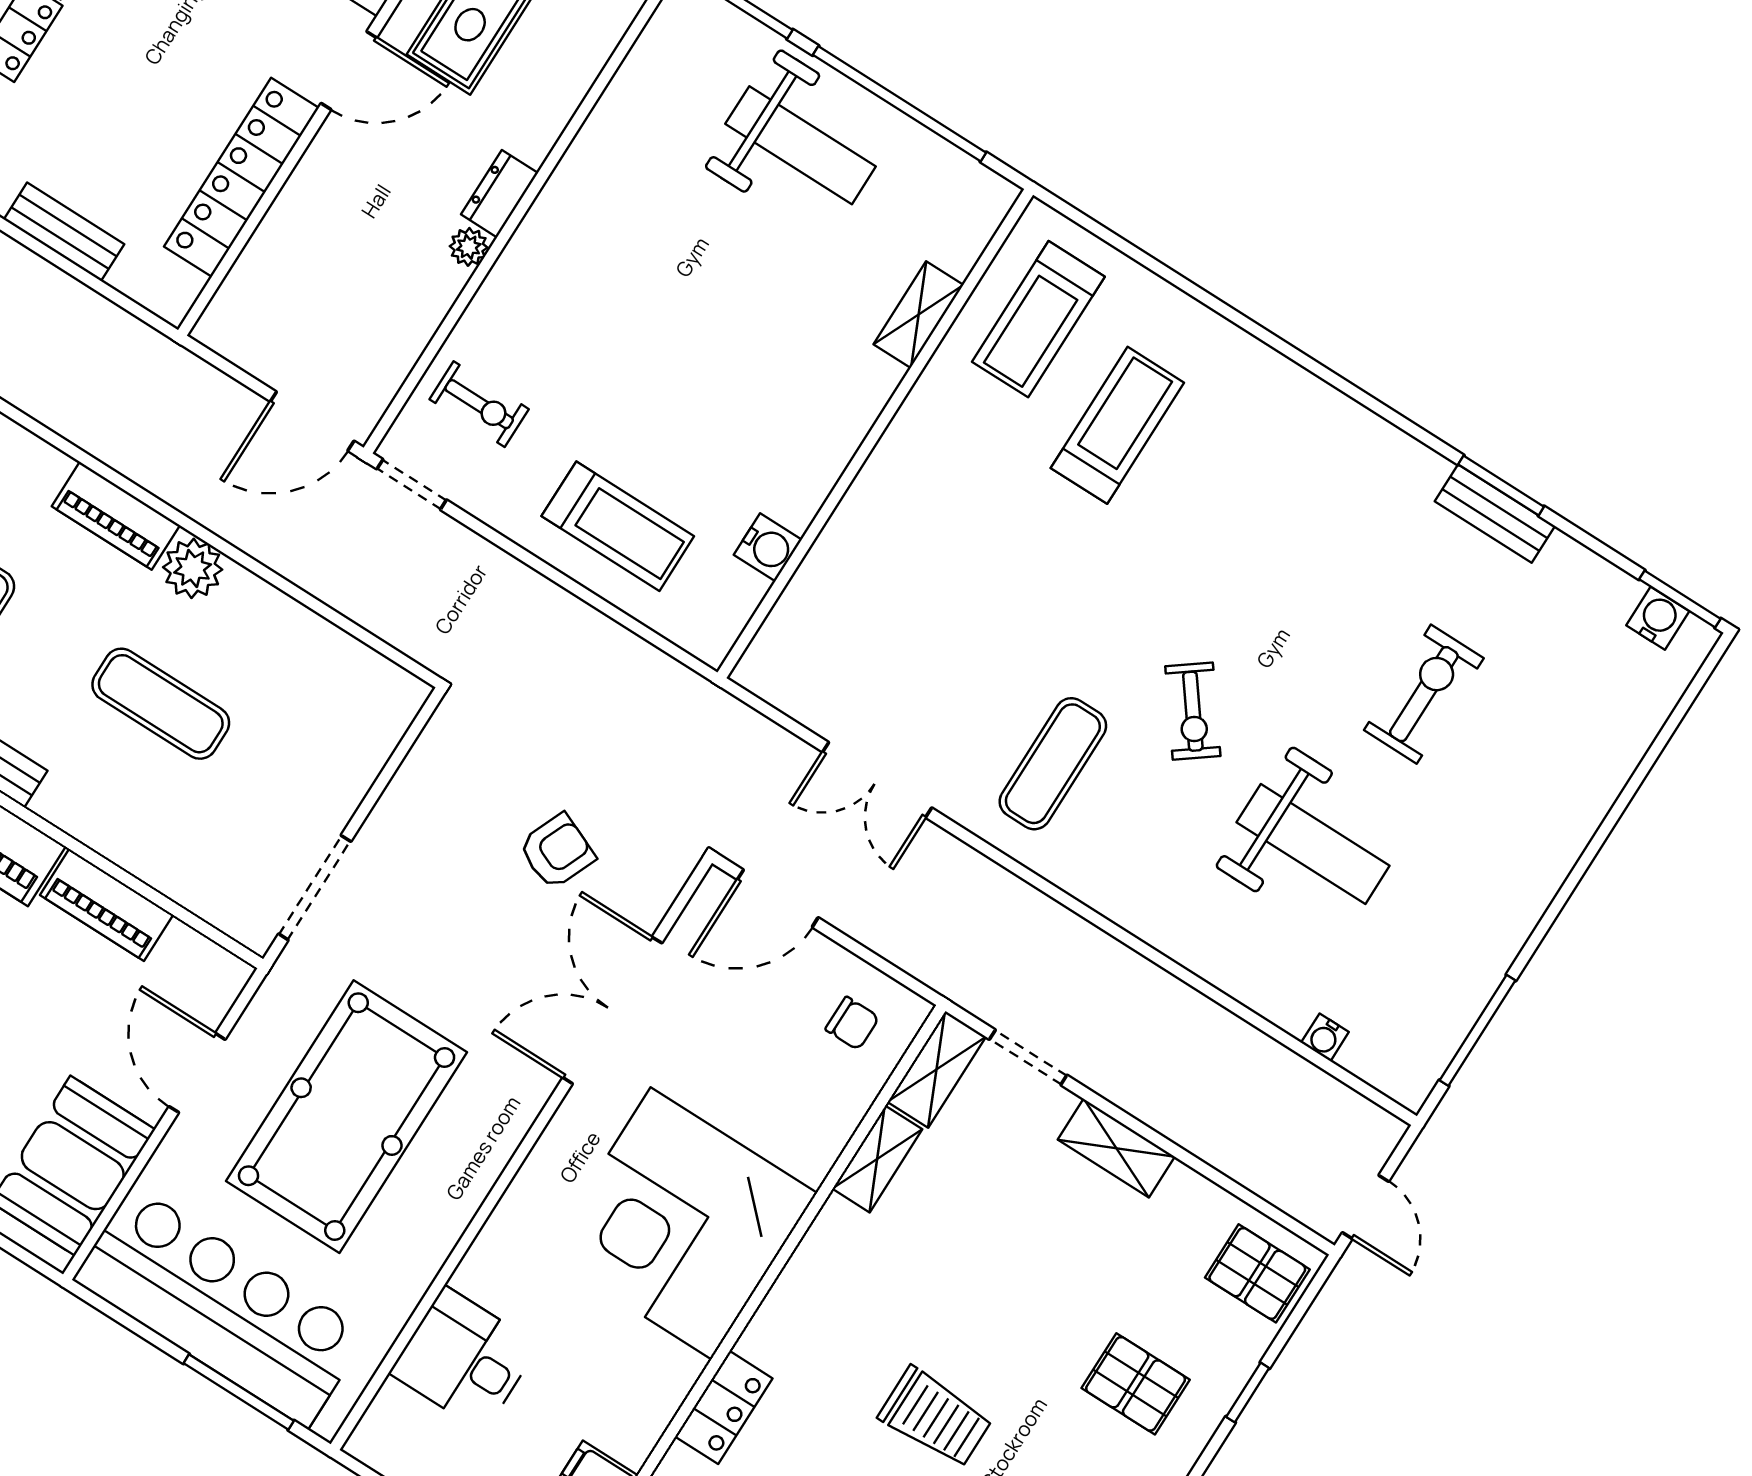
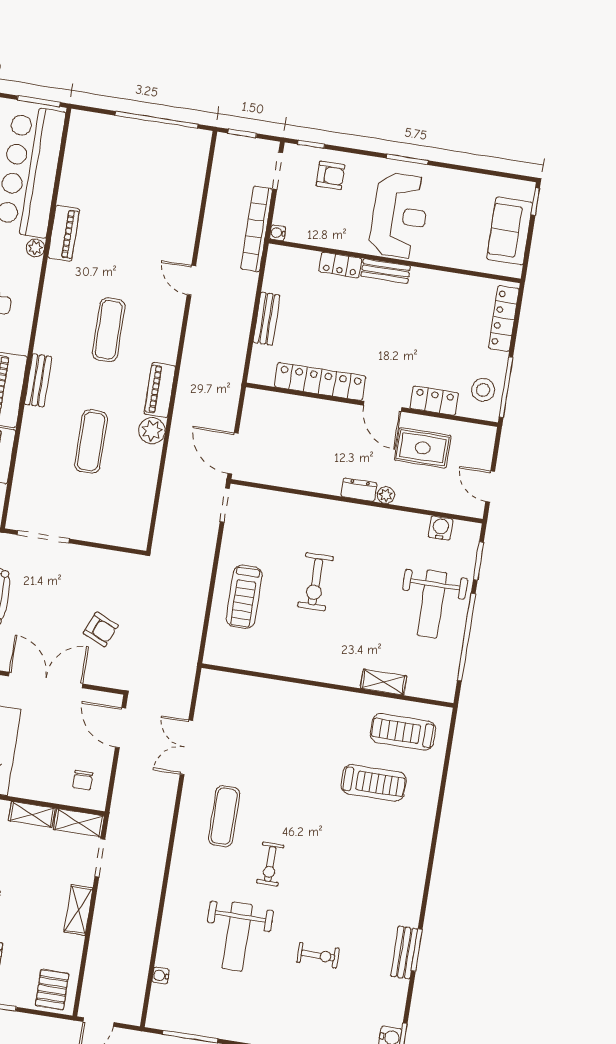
plant: (469, 247) -> (386, 495), moved
exercise bike: (479, 404) -> (316, 582), moved, width x1.38, depth x1.39
water cooler: (768, 547) -> (441, 528), moved, turned 180
exercise bike: (1424, 694) -> (318, 955), width x0.73, depth x0.72
exercise bike: (1193, 711) -> (270, 864), turned -53
exercise mat: (1053, 764) -> (224, 816), turned 90

